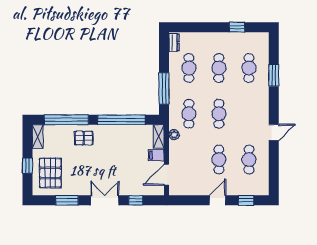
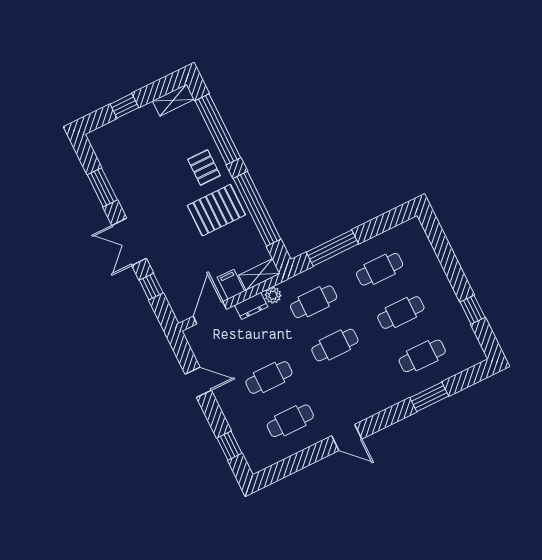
dresser: (174, 42) -> (251, 306), moved
pallet: (50, 173) -> (216, 210), moved
door: (166, 175) -> (210, 313), hinge flipped
double door: (105, 200) -> (129, 242), swing flipped
door: (218, 200) -> (198, 382), moved

